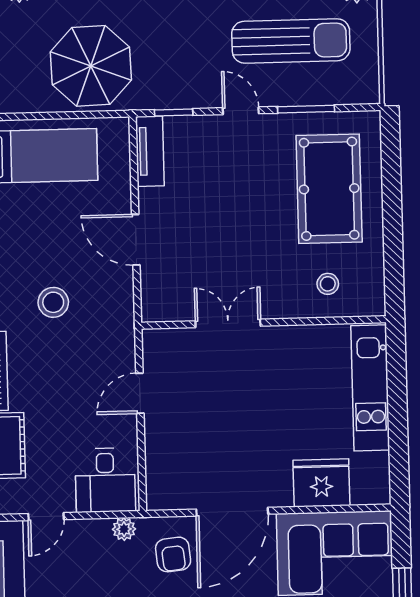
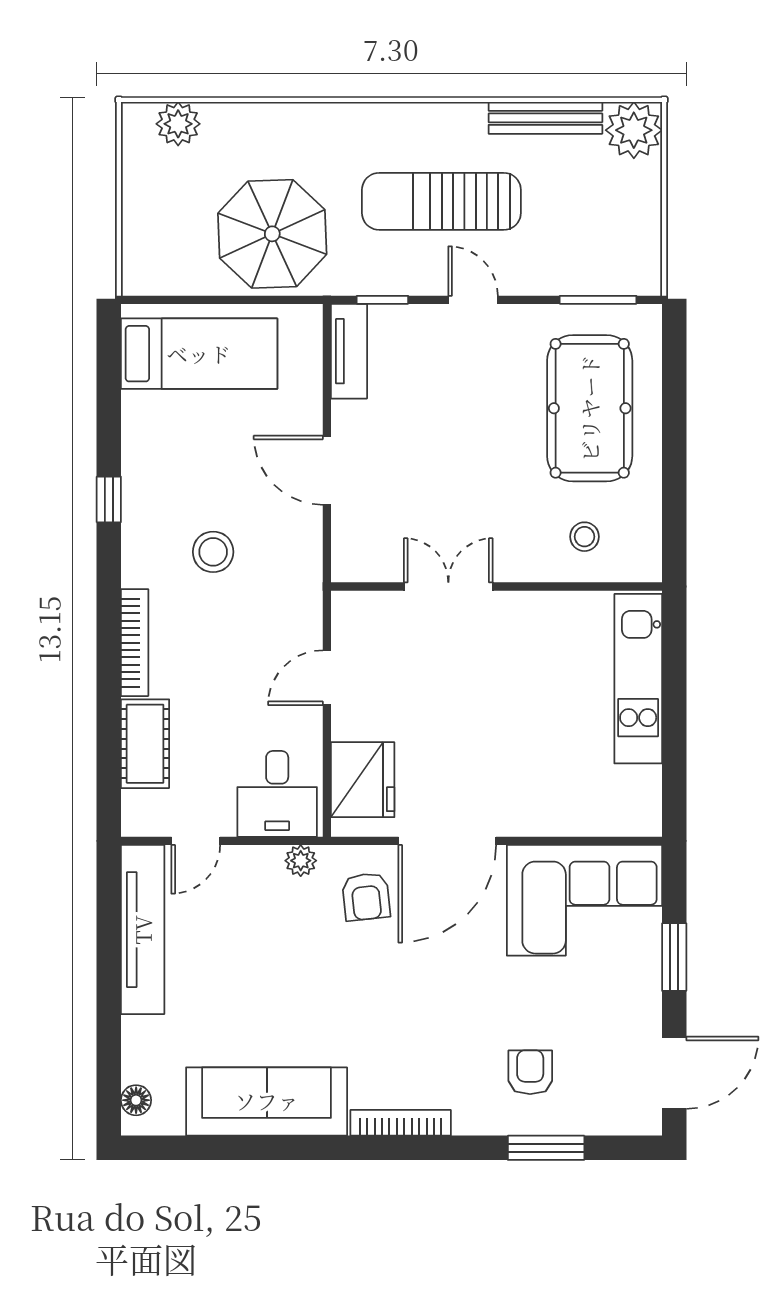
sun lounger: (291, 41) -> (441, 201), moved, turned 180
window: (306, 109) -> (598, 300), moved
fridge: (321, 483) -> (363, 780), moved, turned 90

